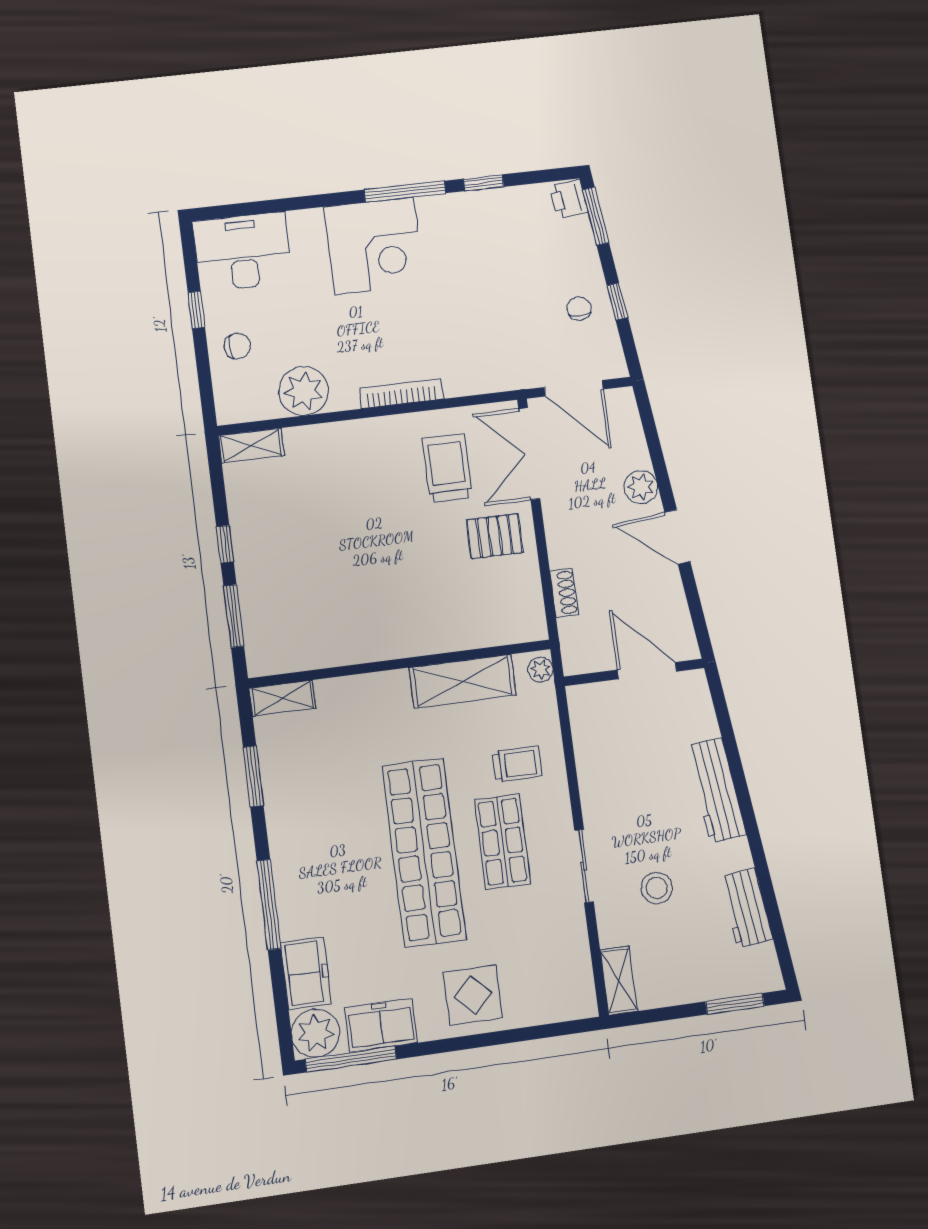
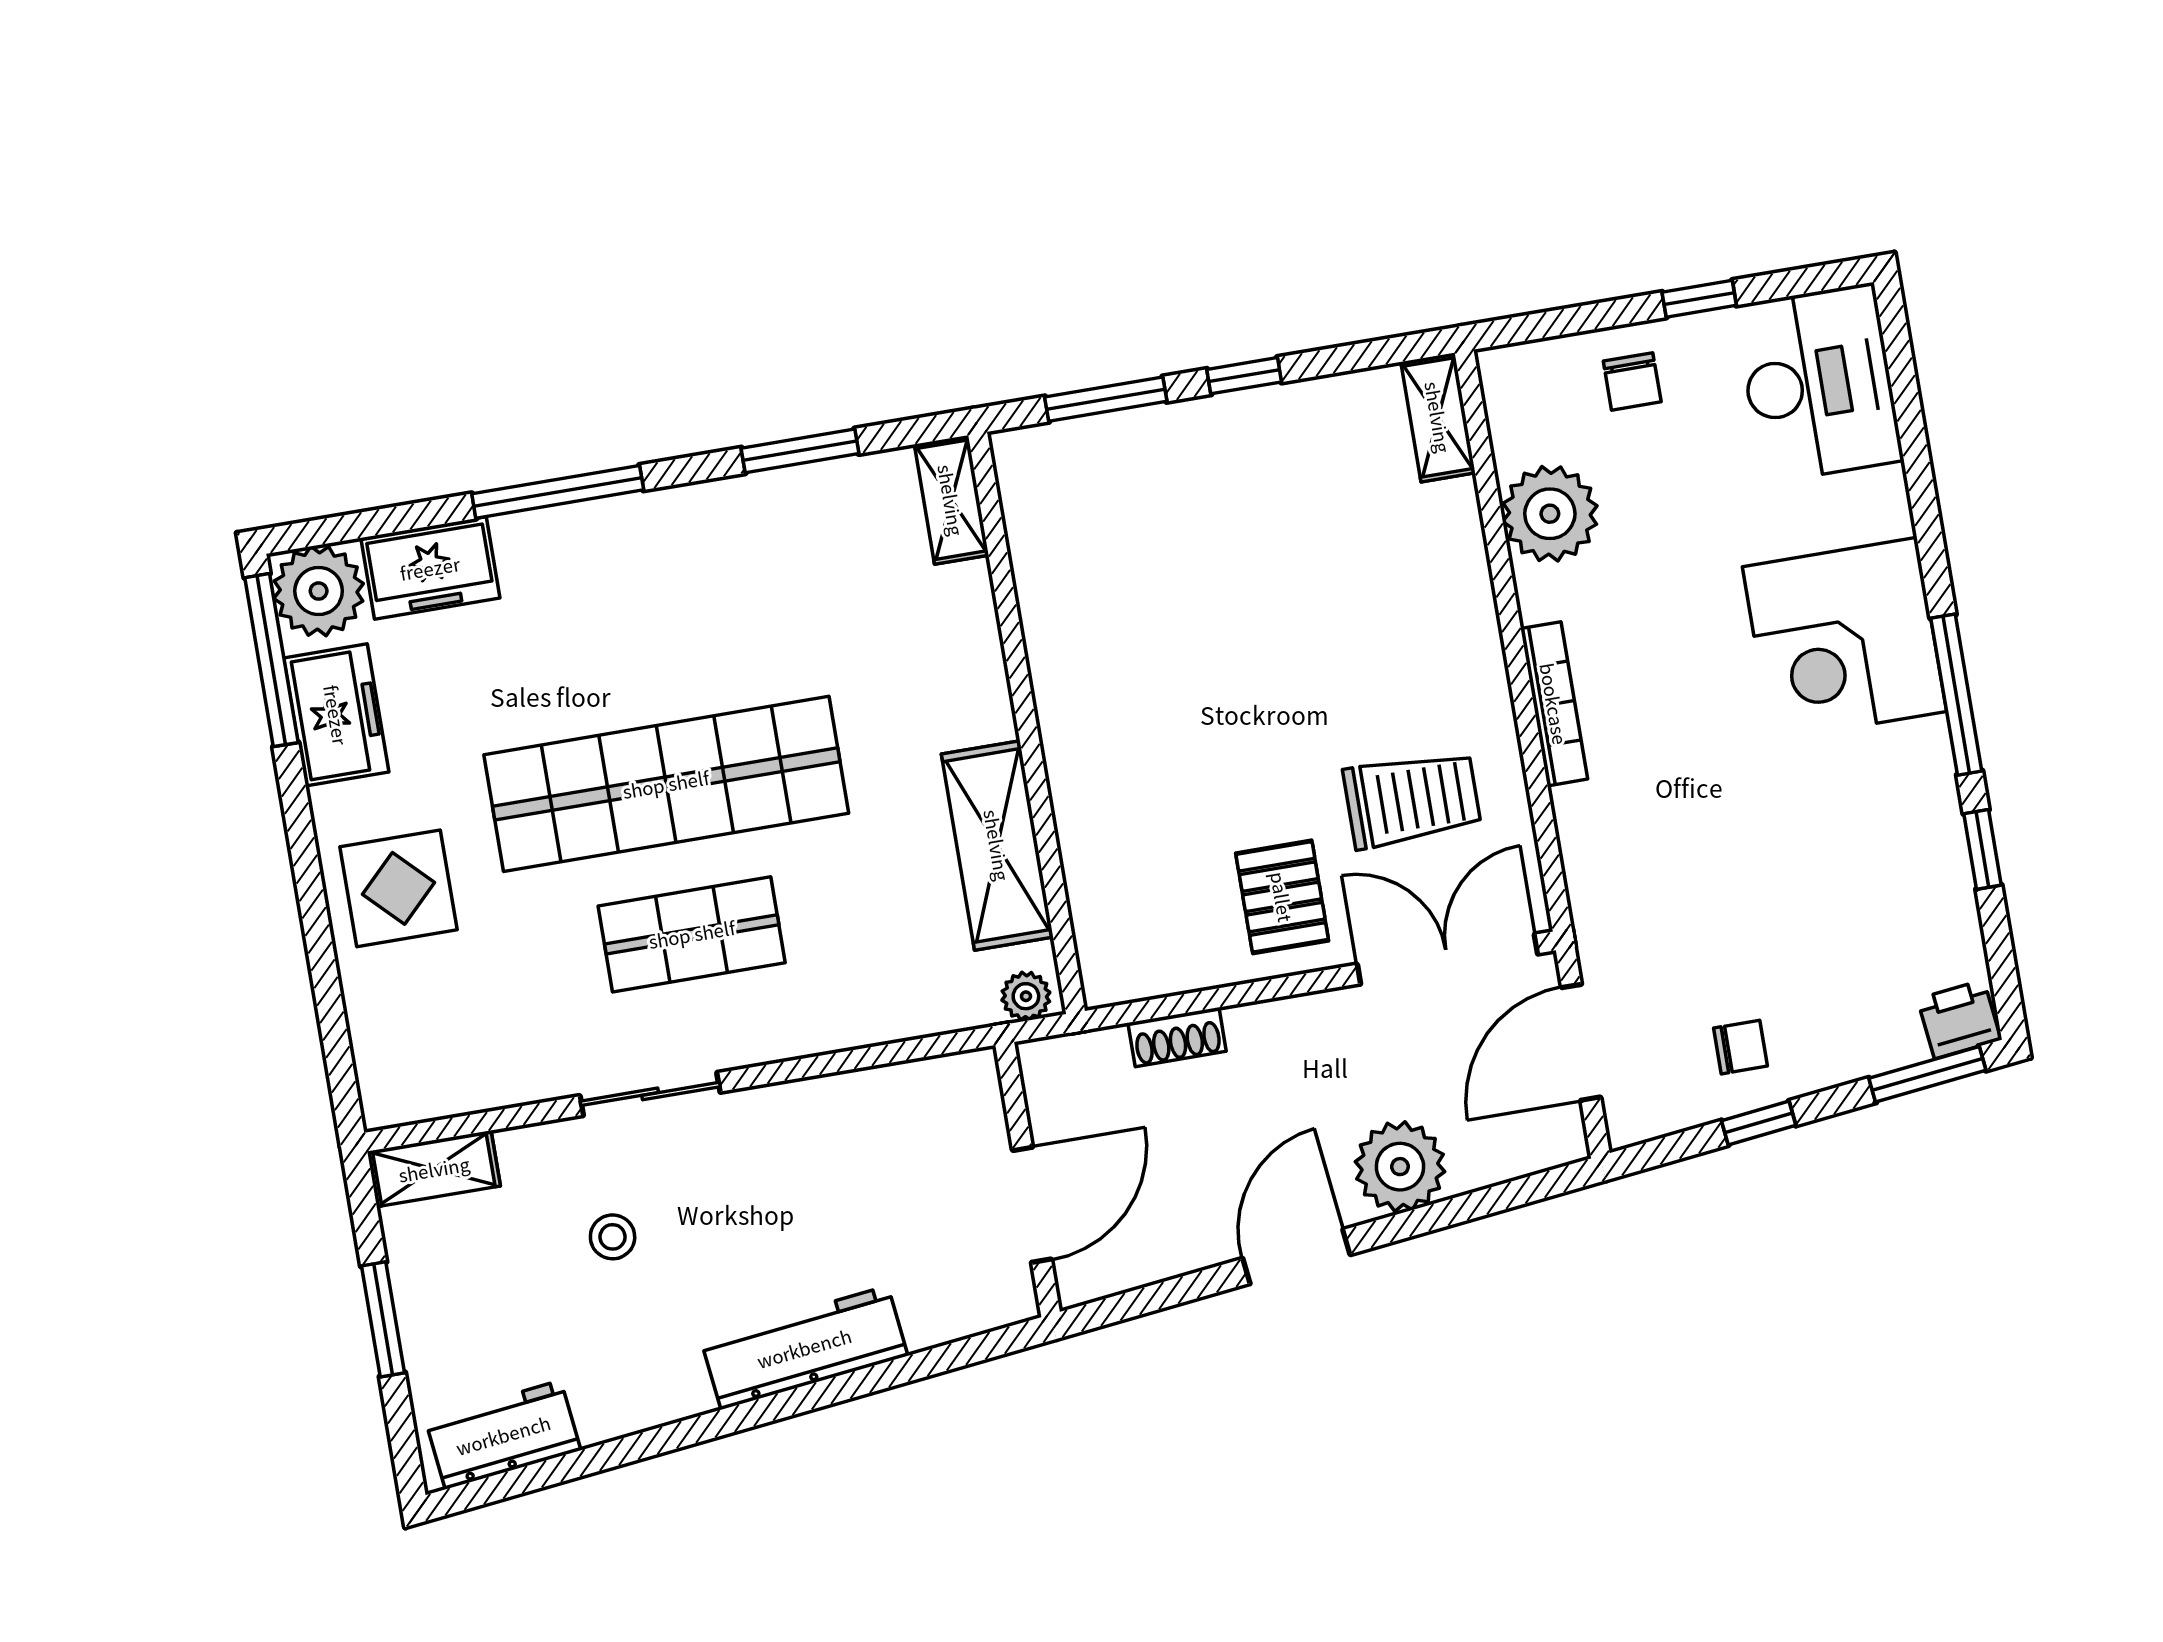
plant: (641, 487) -> (1400, 1167), width x1.36, depth x1.36
trolley: (517, 764) -> (841, 957), removed
stool: (657, 888) -> (613, 1237), width x0.73, depth x0.73
workbench: (746, 908) -> (503, 1435), moved
window: (735, 1004) -> (383, 1319), moved

